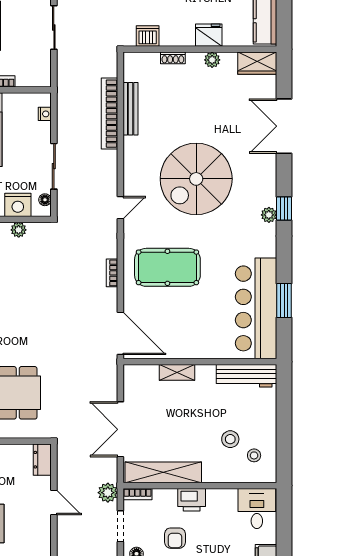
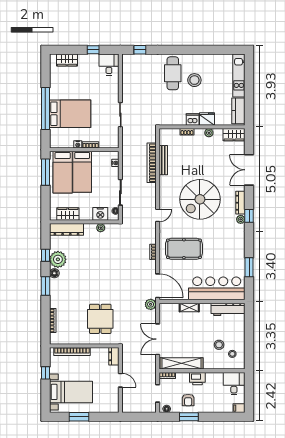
dishwasher: (148, 36) -> (193, 119), moved
dresser: (269, 185) -> (240, 203), added
bar counter: (256, 308) -> (217, 288), moved, turned 90
plant: (108, 493) -> (151, 304), moved

